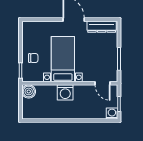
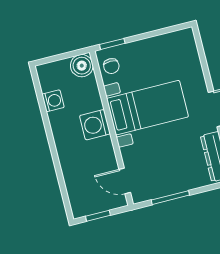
chair: (33, 58) -> (111, 66), moved
door: (103, 83) -> (125, 181), hinge flipped
washing machine: (112, 113) -> (53, 101), moved

